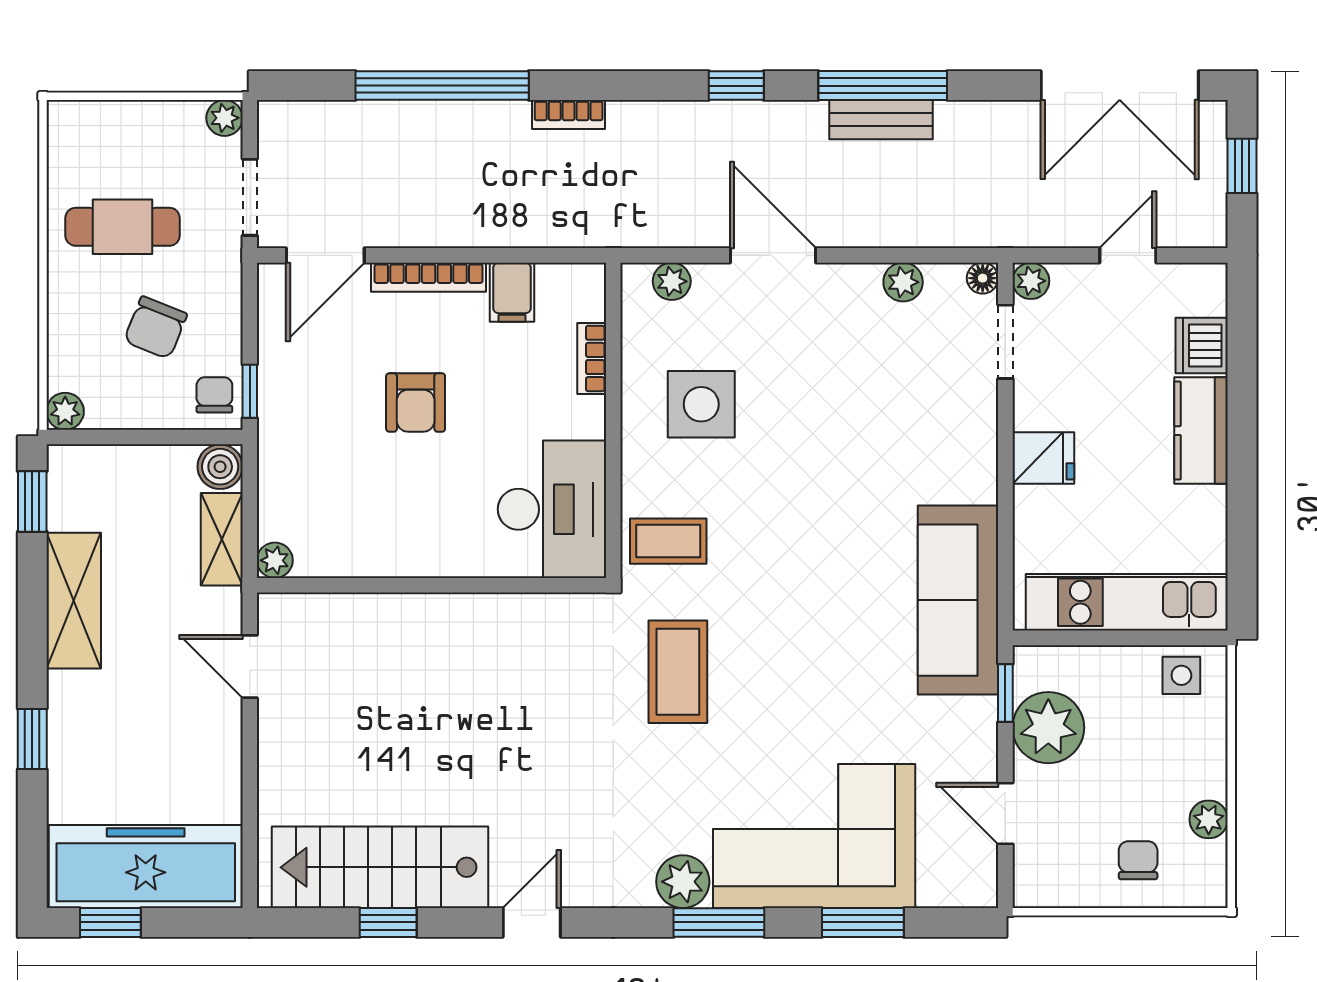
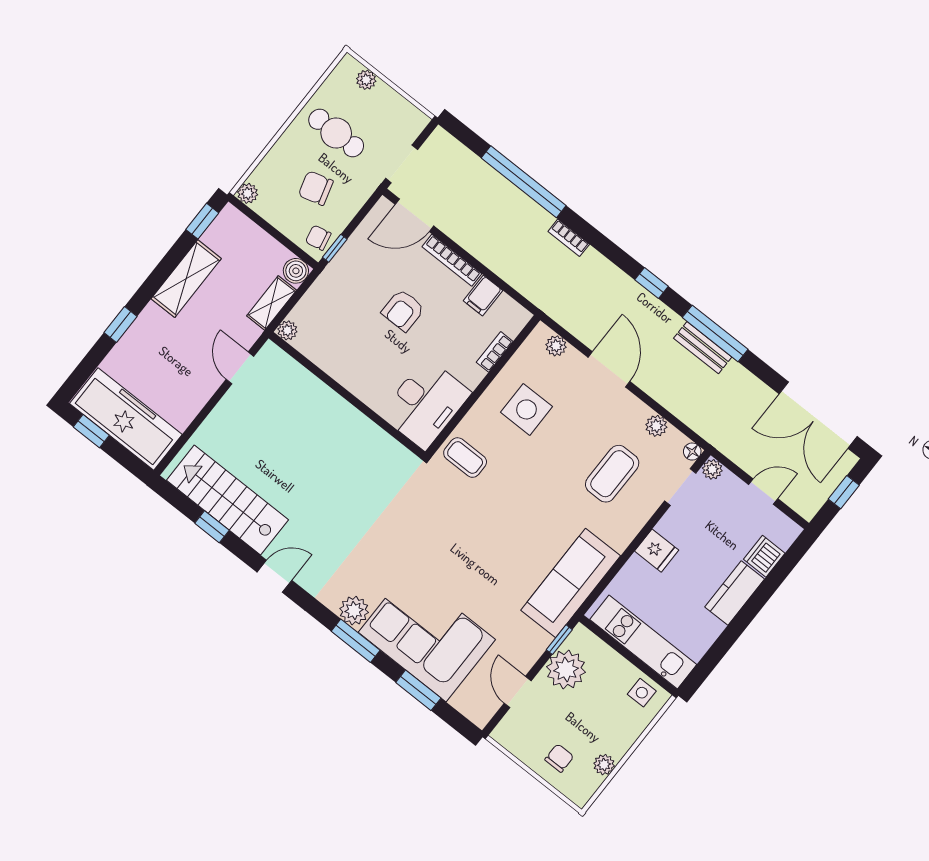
plant: (225, 118) -> (366, 80), moved
chair: (155, 328) -> (316, 188), turned 52
chair: (214, 395) -> (318, 238), turned -102
coffee table: (678, 672) -> (612, 474), moved

